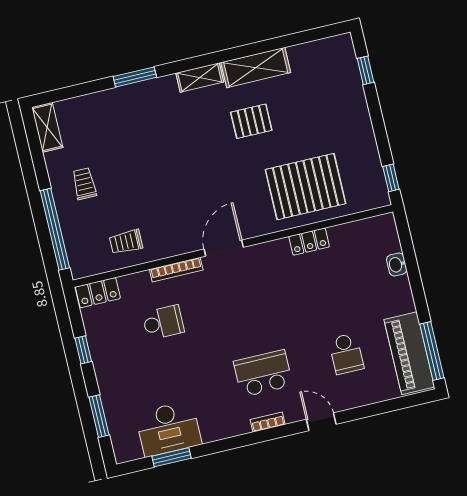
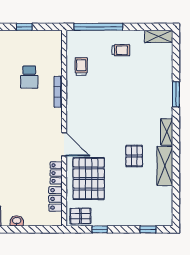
window: (391, 178) -> (100, 229), moved
pallet: (370, 186) -> (80, 216), added
door: (224, 248) -> (64, 144), moved
washbasin: (397, 265) -> (17, 221), moved
locker: (98, 293) -> (56, 199), moved

